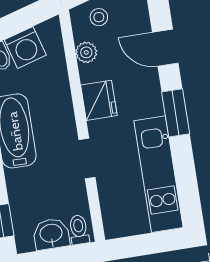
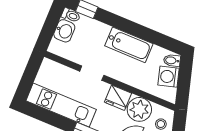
plant: (86, 52) -> (139, 109), width x1.88, depth x1.88
toilet: (79, 230) -> (71, 15), moved

